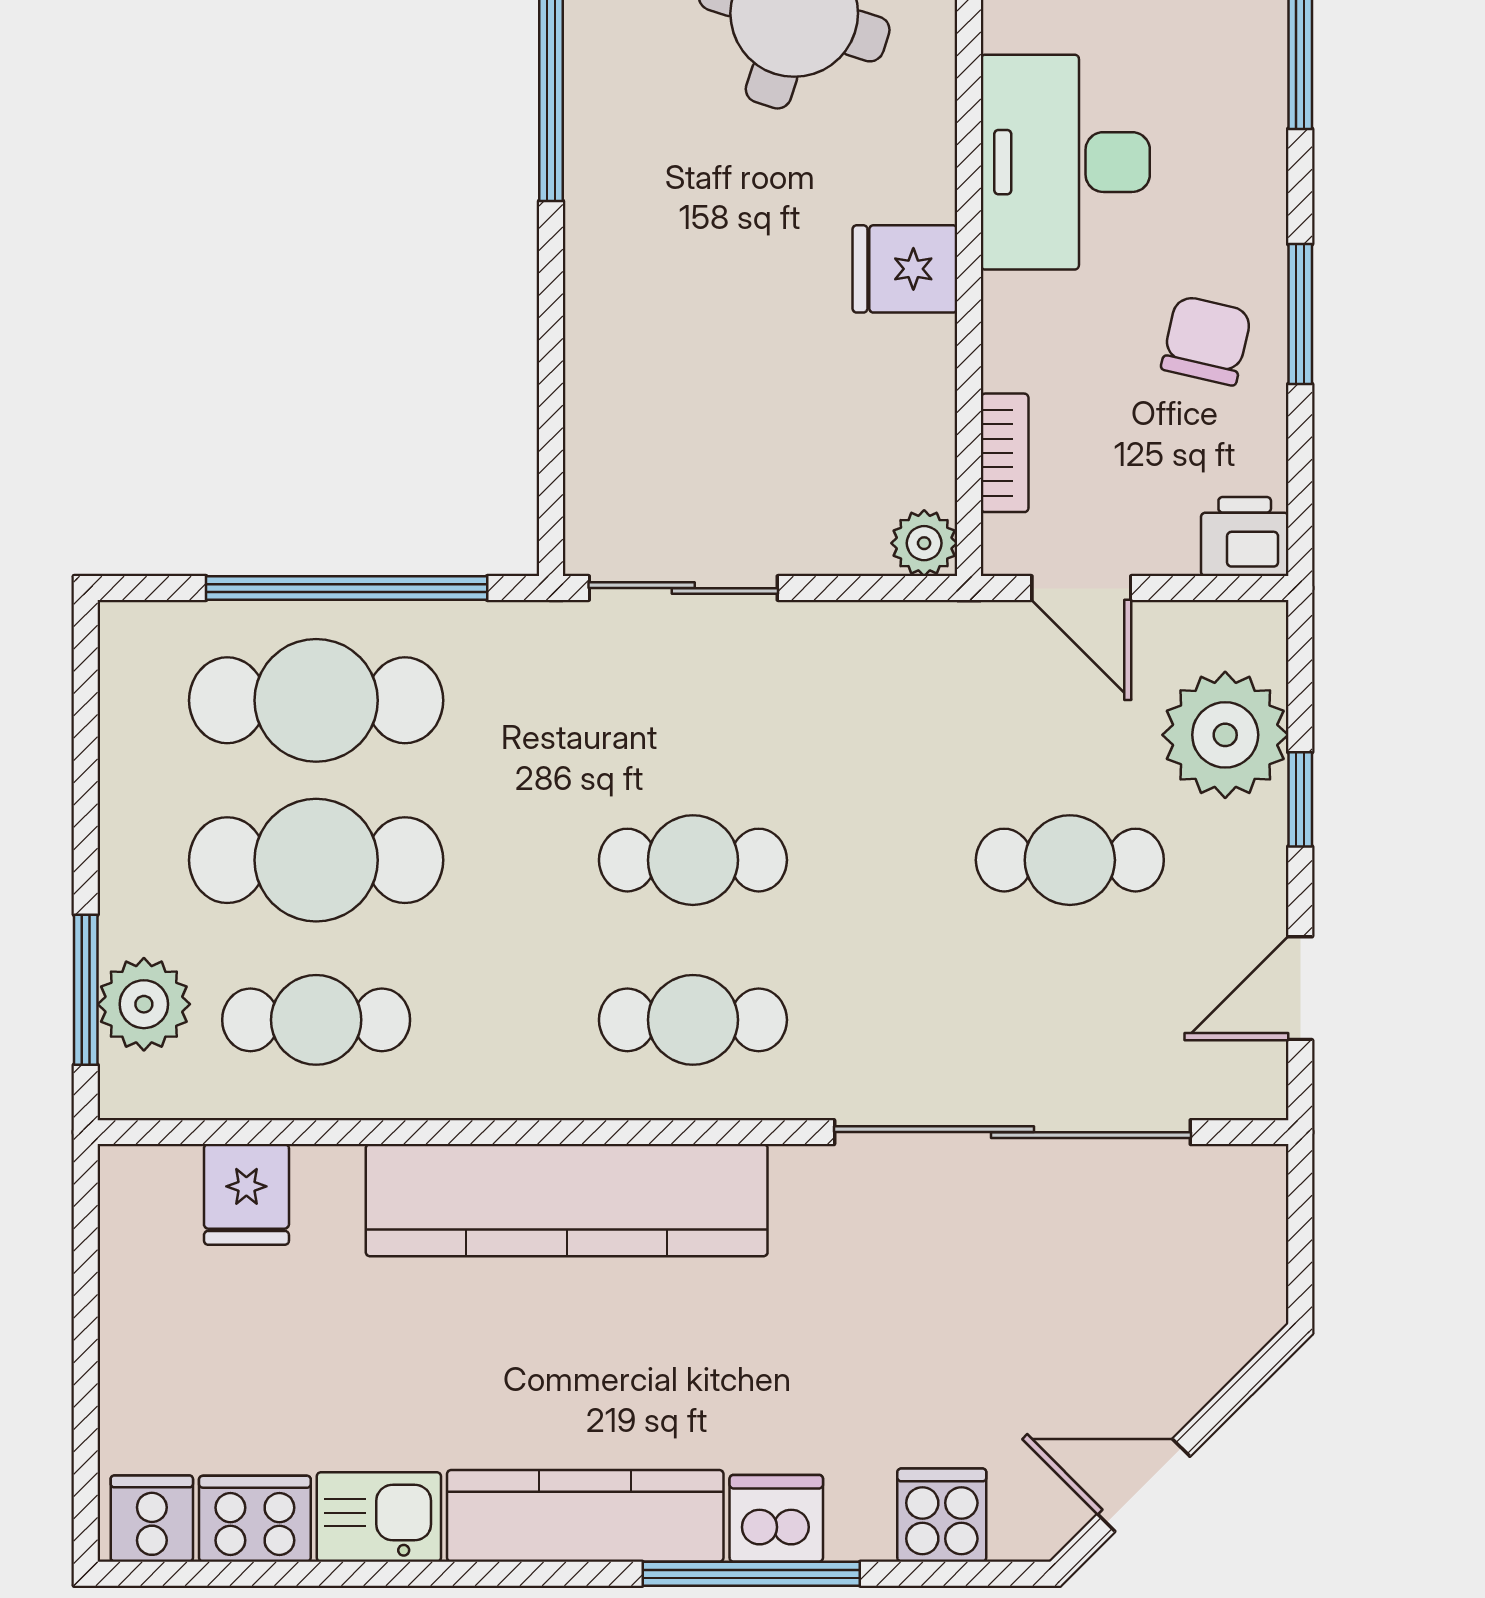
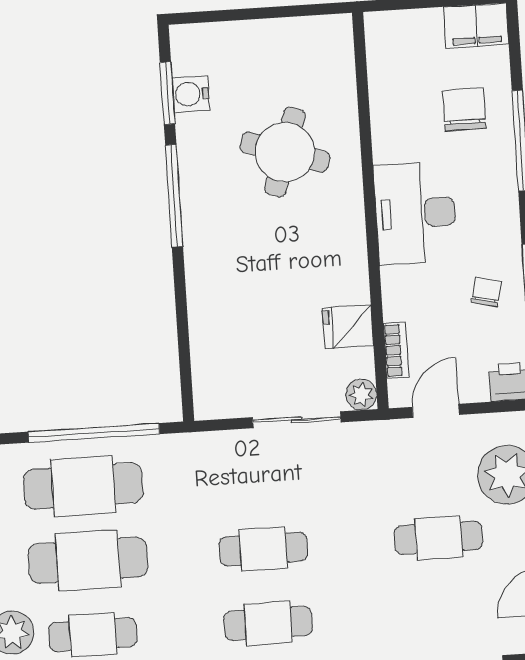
fridge: (905, 269) -> (348, 327), moved
chair: (1206, 340) -> (486, 292), width x0.73, depth x0.73
sliding door: (683, 588) -> (297, 420), moved
door: (1081, 588) -> (436, 411), swing flipped

